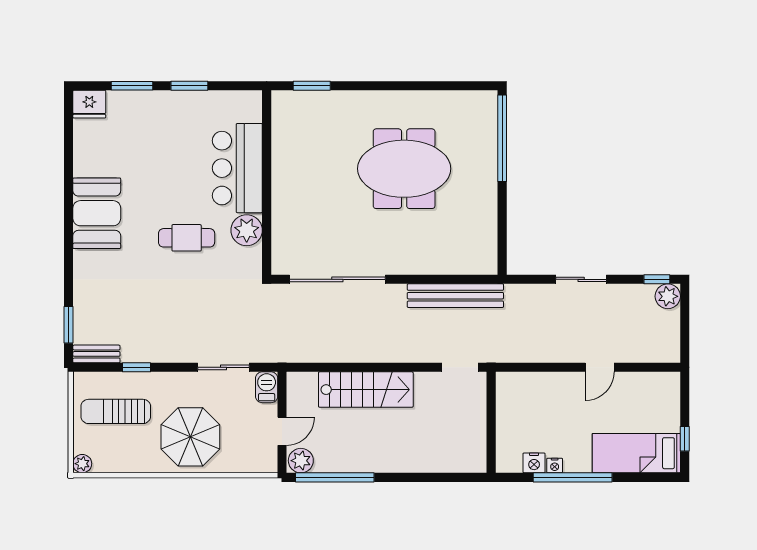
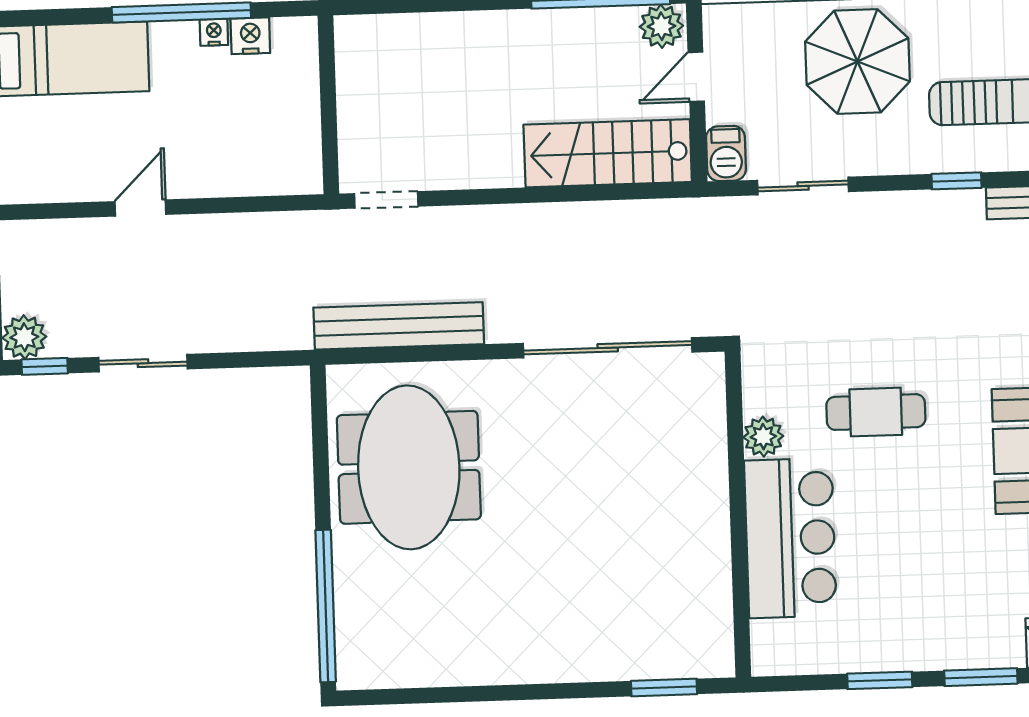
meeting table: (404, 169) -> (409, 467), moved, turned 90
plant: (247, 230) -> (763, 437), width x0.73, depth x0.73
sliding door: (581, 279) -> (143, 363), moved
stairs: (366, 390) -> (608, 153), moved

